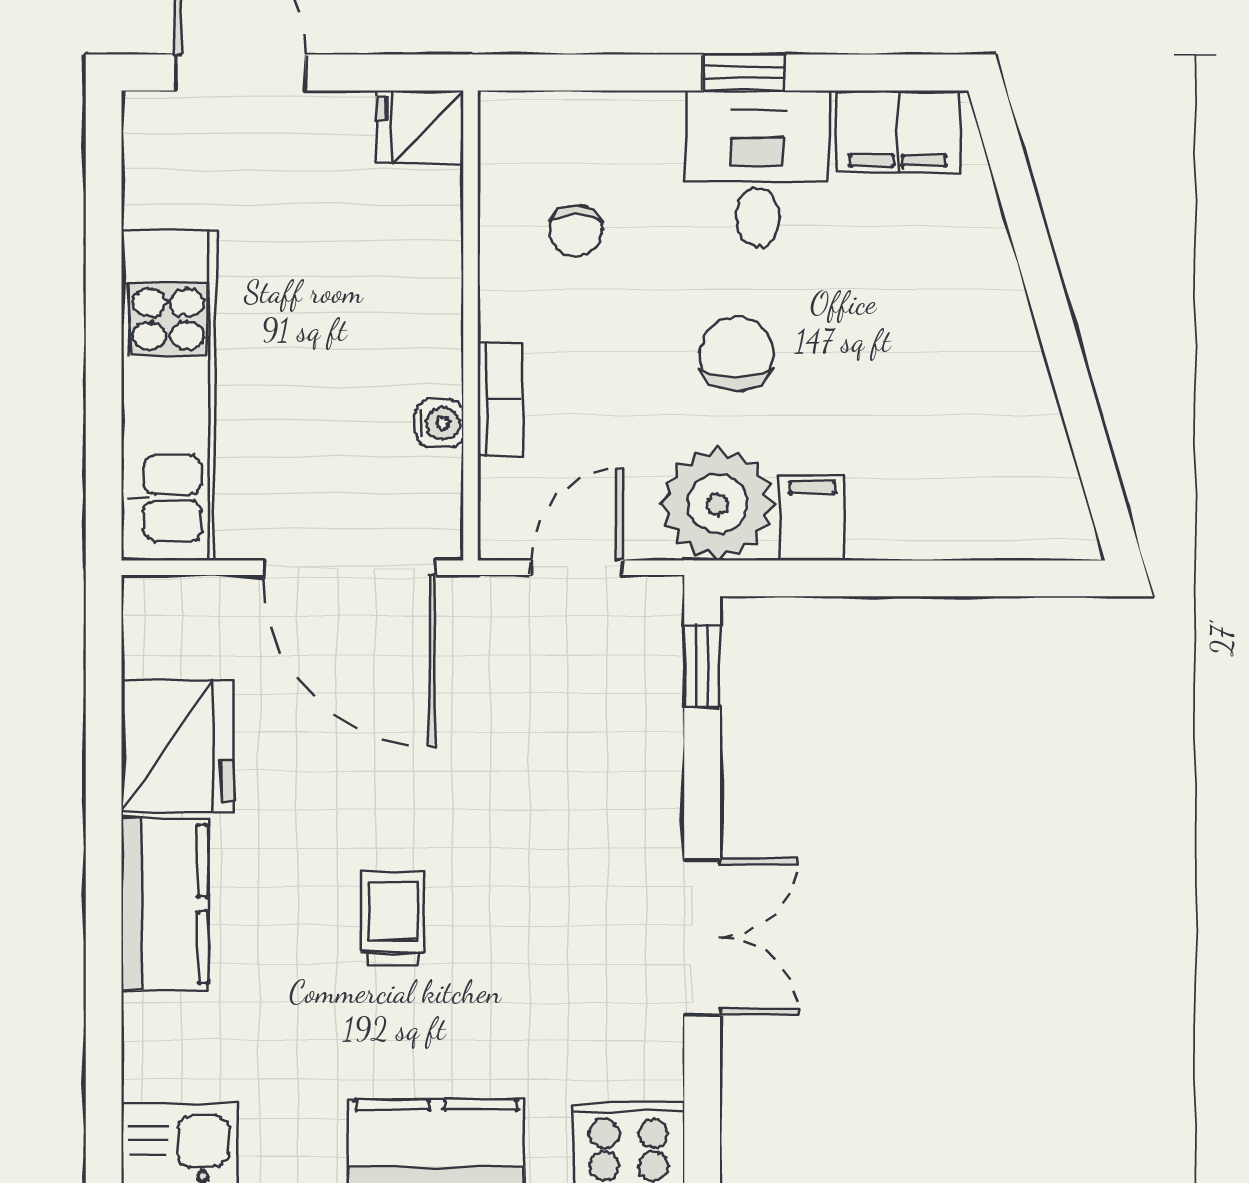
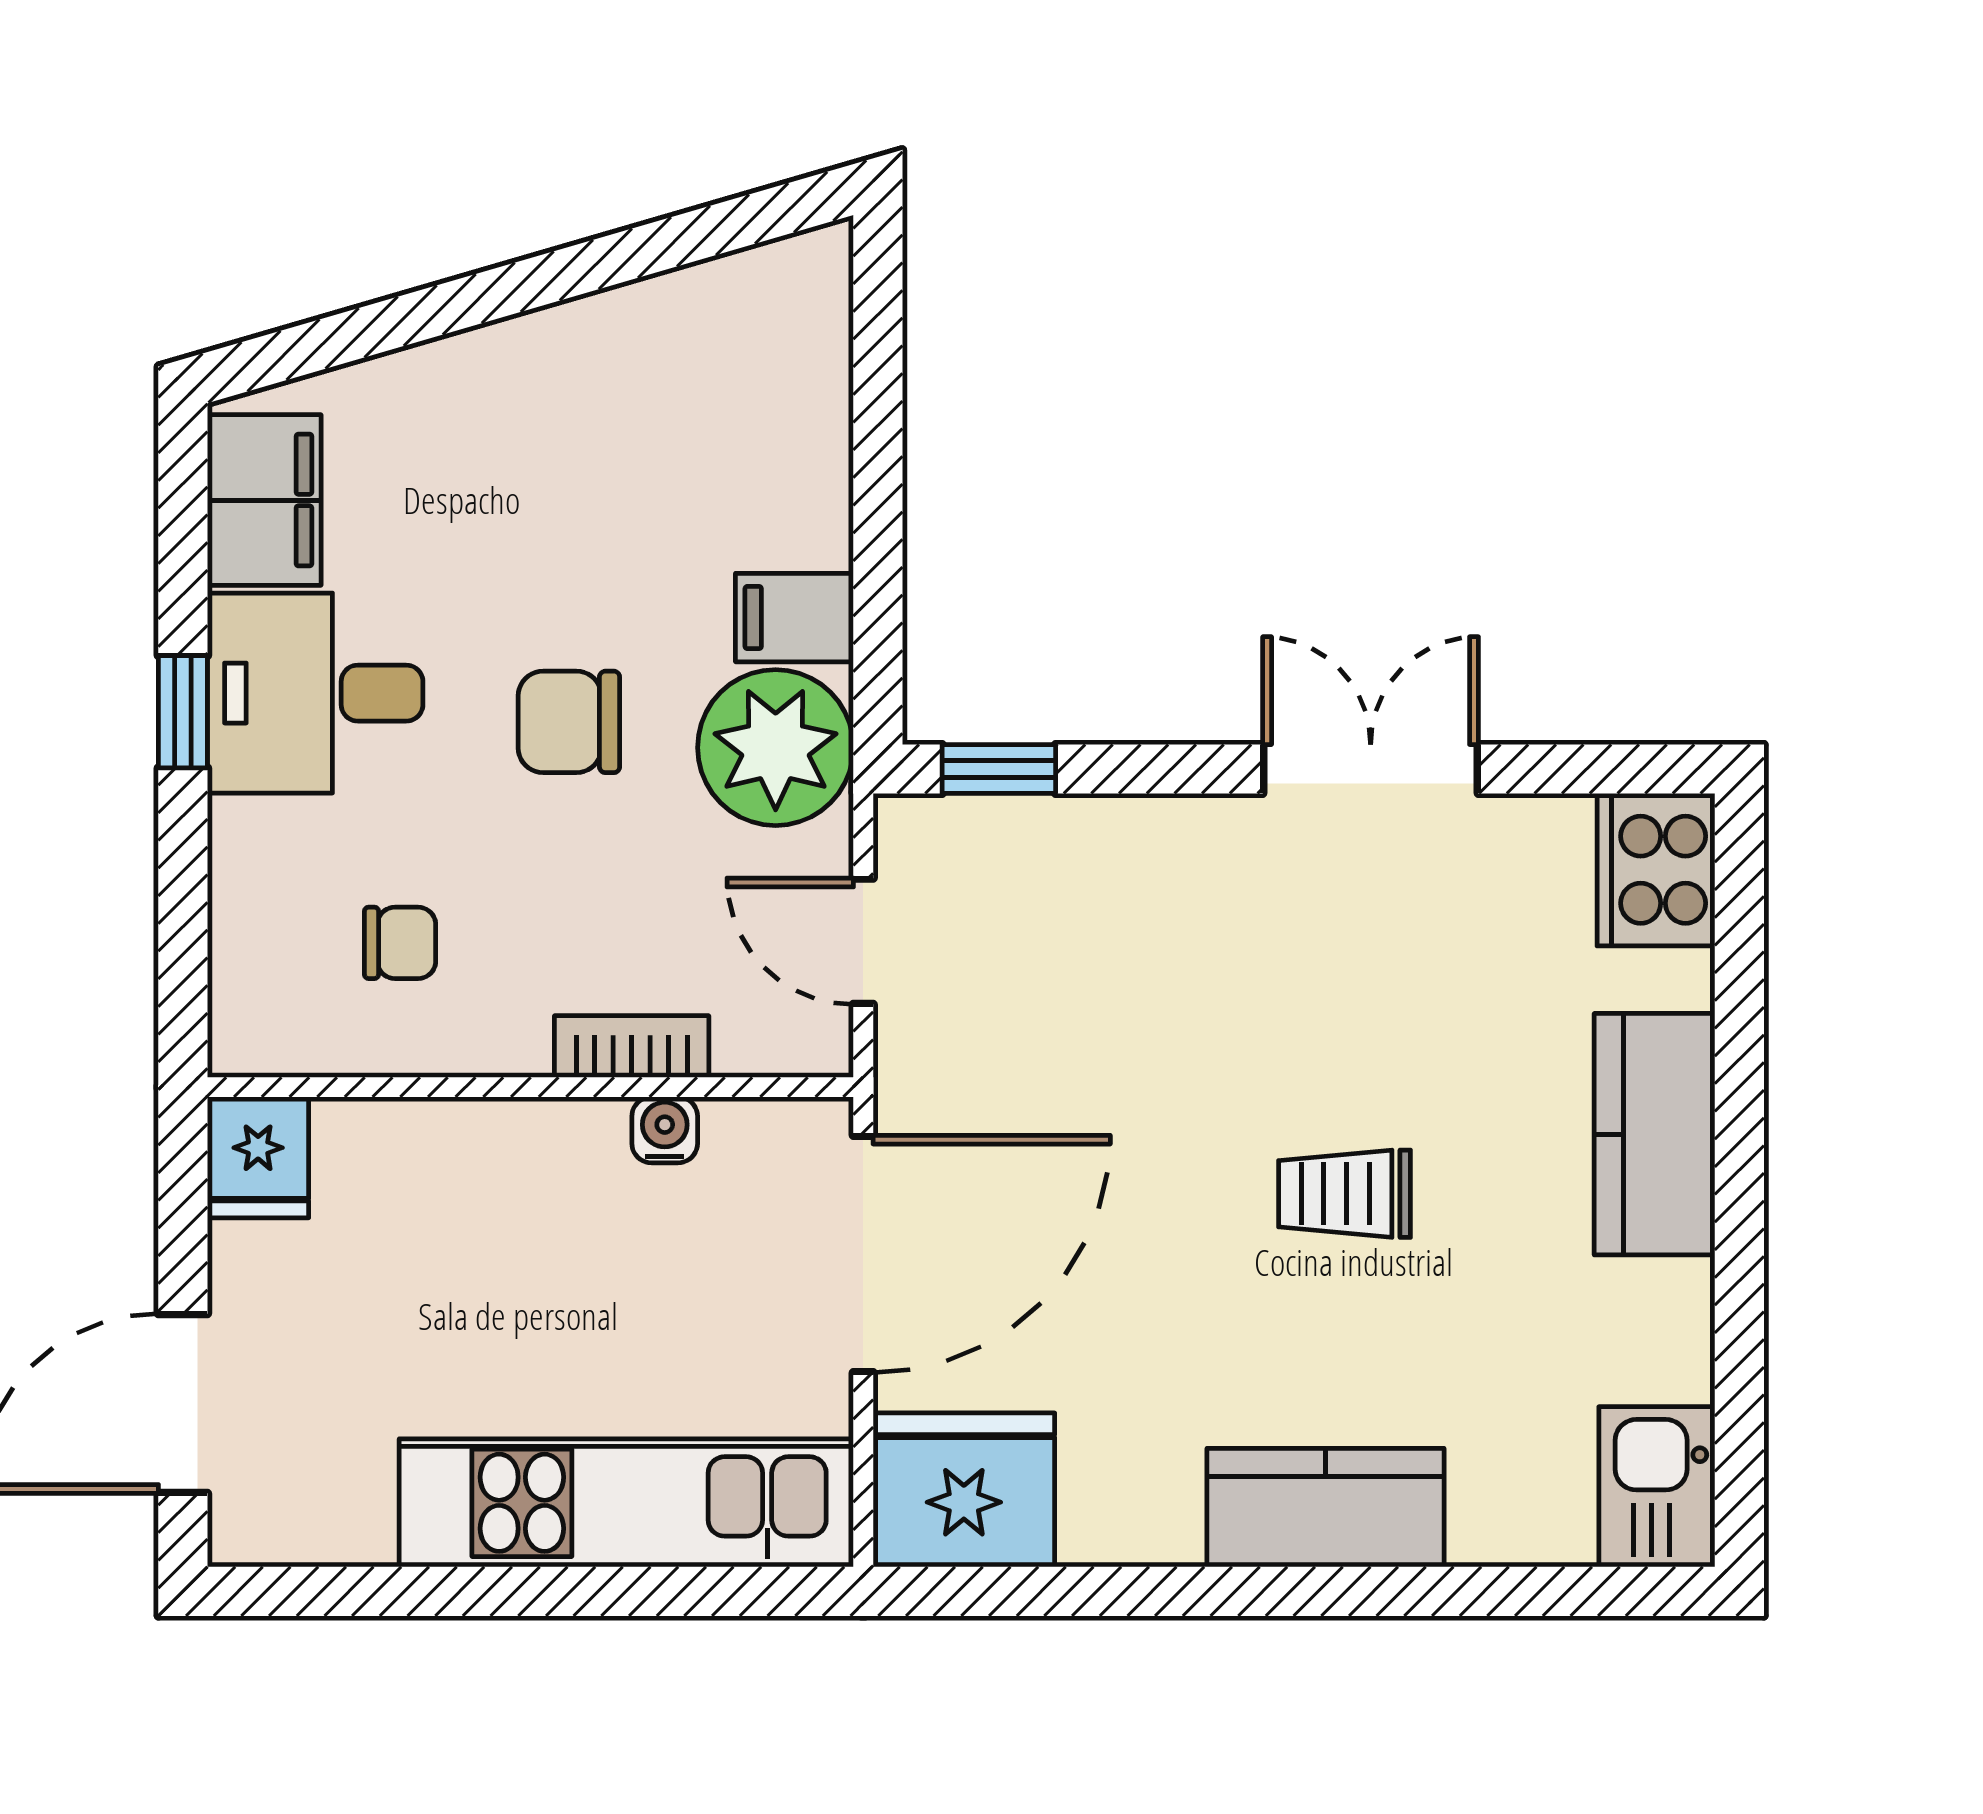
fridge: (177, 746) -> (964, 1490), moved

